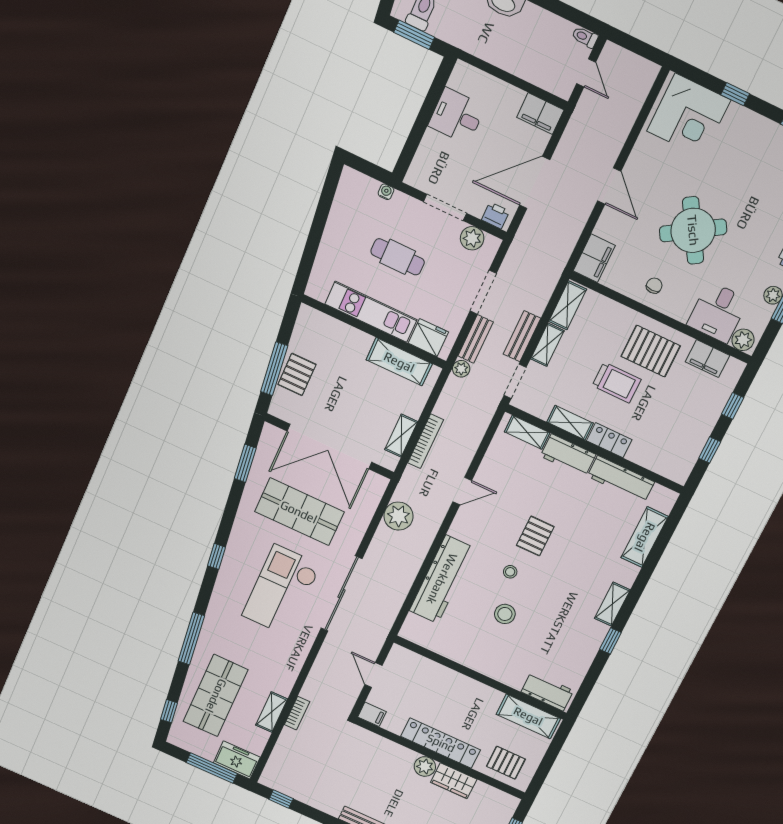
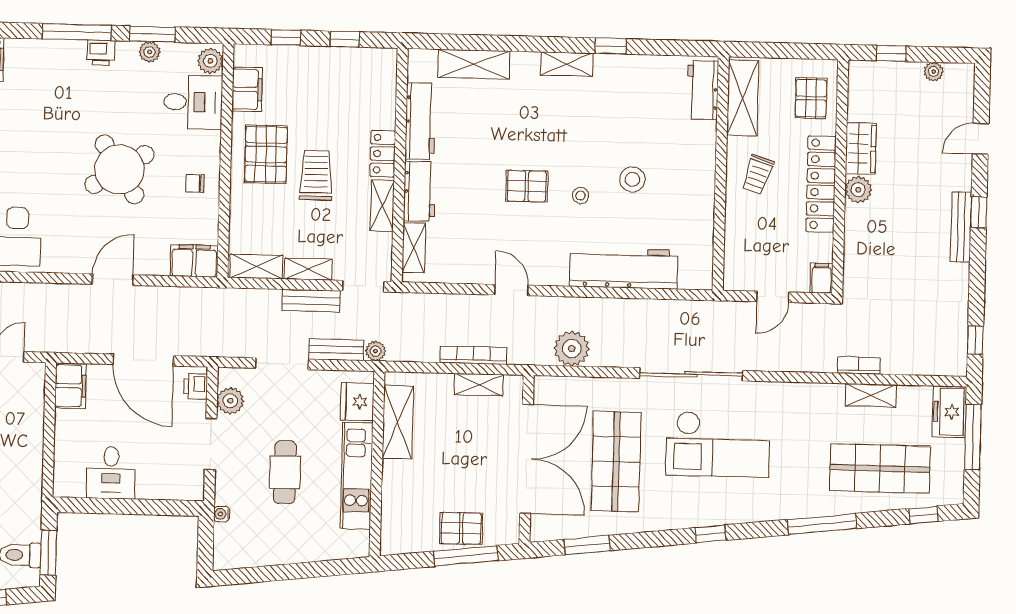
trolley: (468, 703) -> (758, 174), added

